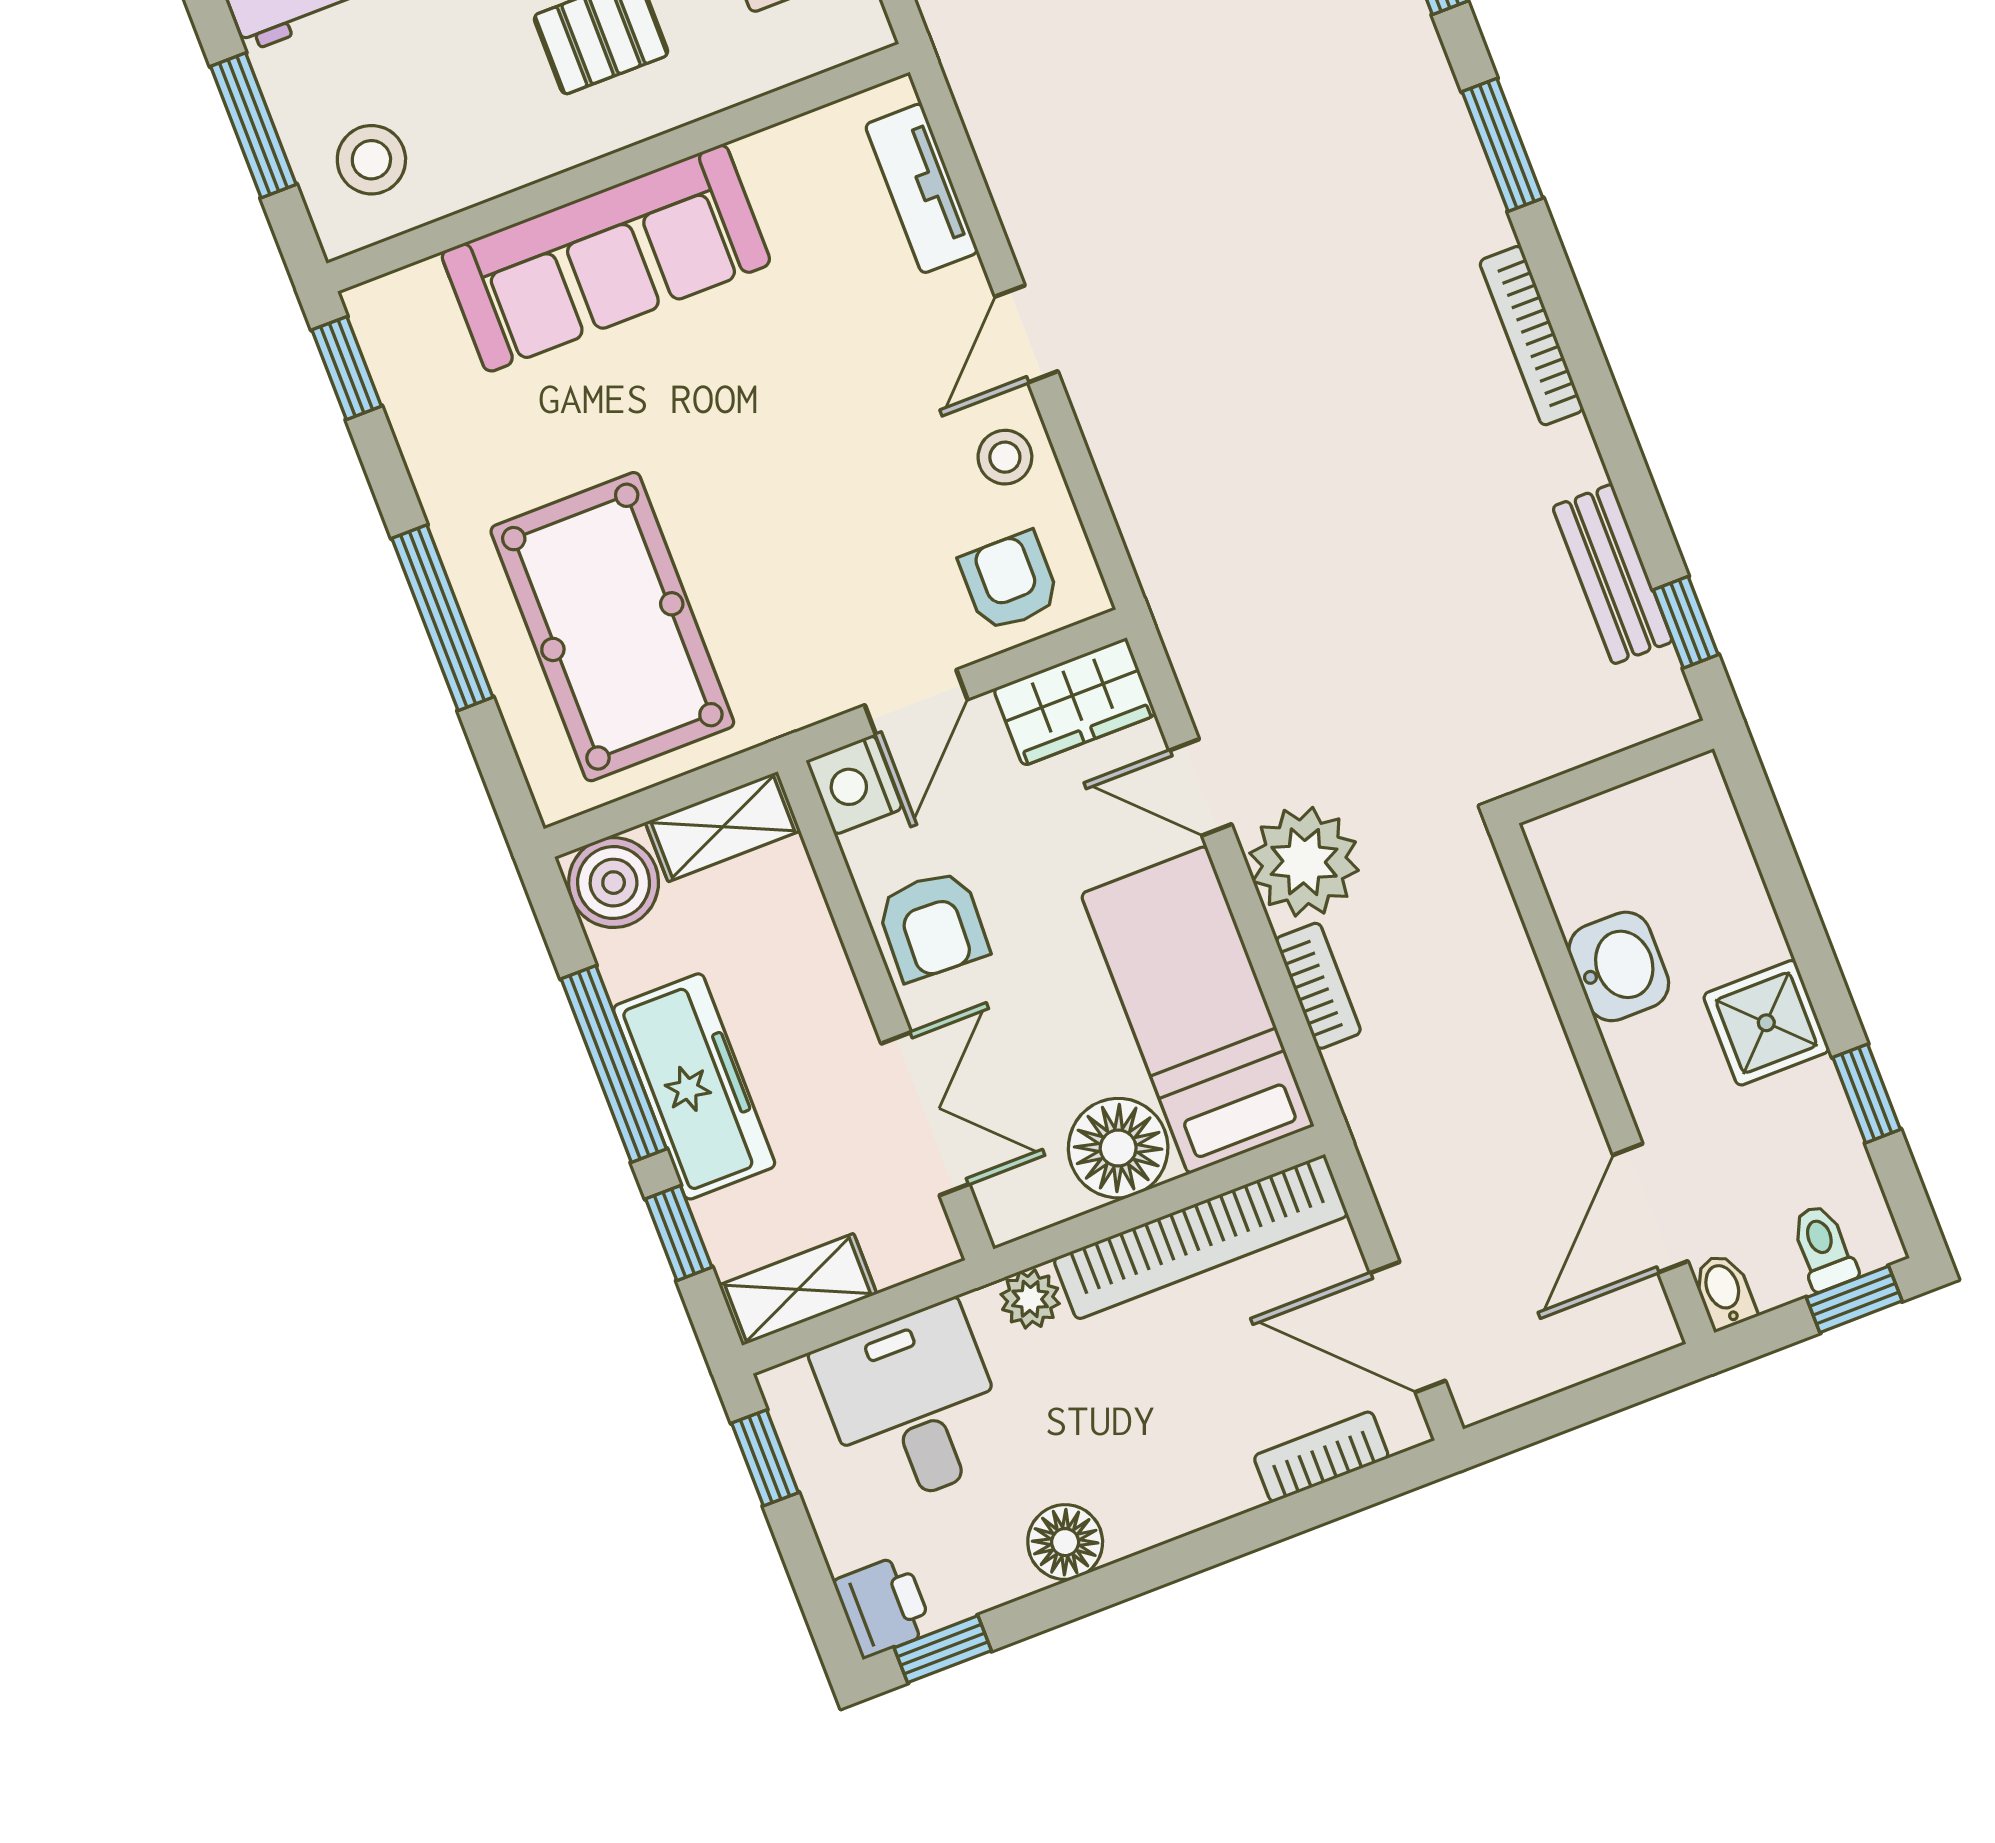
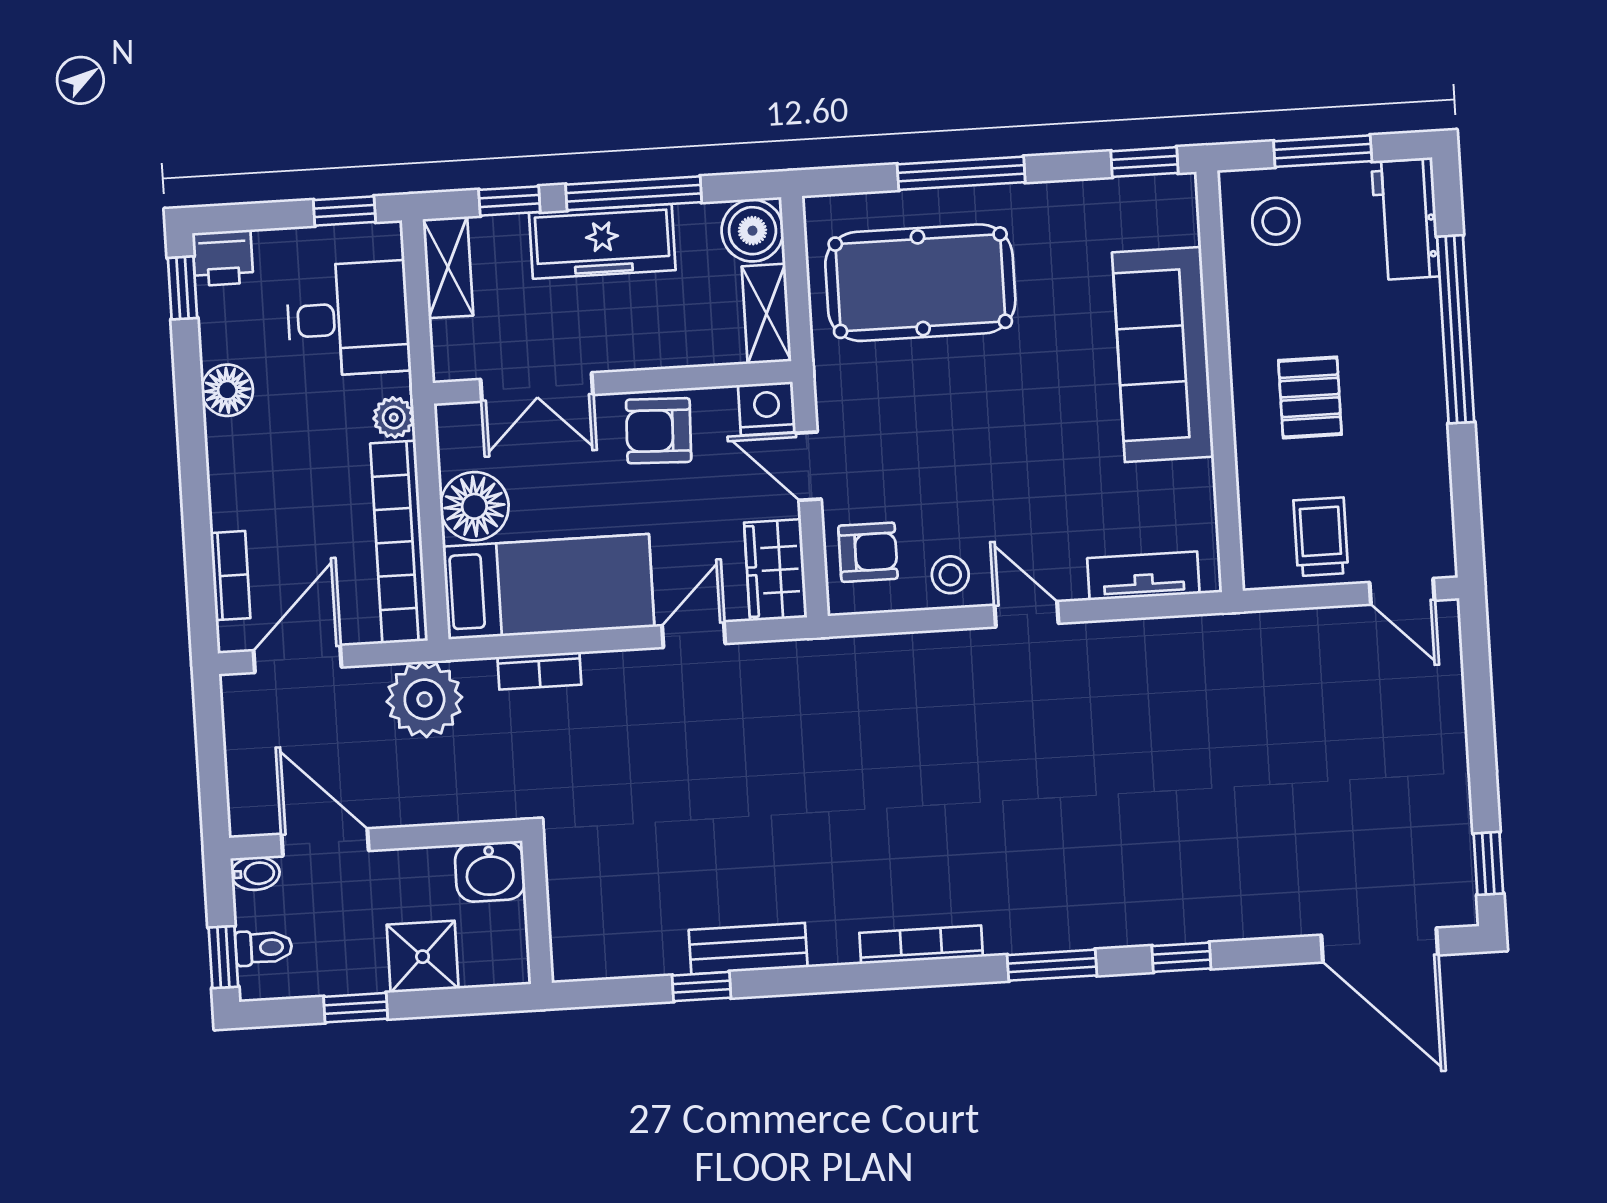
wall: (1611, 772) -> (537, 912), moved
plant: (1304, 862) -> (424, 699), moved

